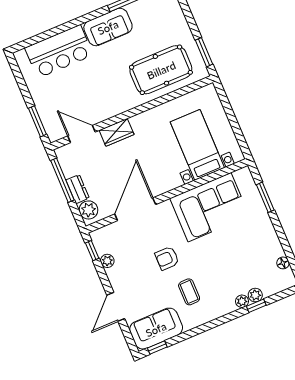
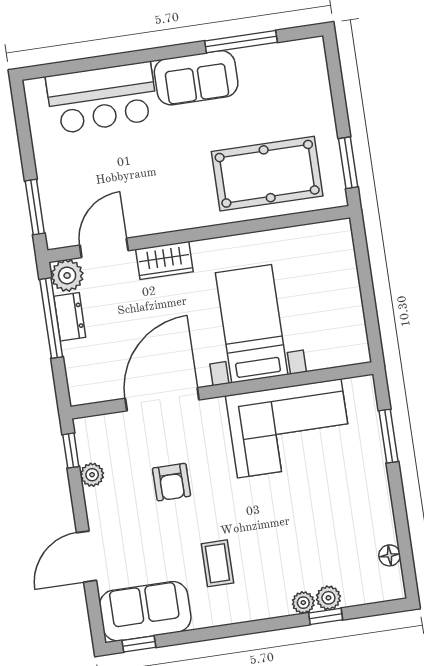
door: (82, 134) -> (104, 248), hinge flipped
bed with nightstands: (197, 145) -> (252, 324), moved
dresser: (78, 189) -> (70, 317), moved
plant: (88, 210) -> (67, 275), moved
armchair: (167, 258) -> (172, 482), moved, turned -90

